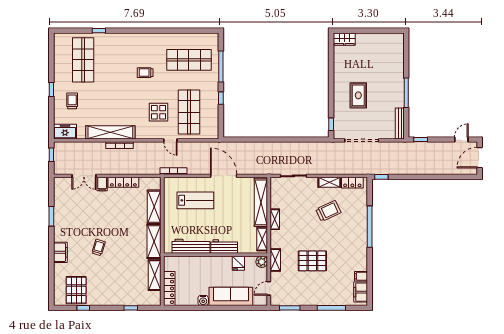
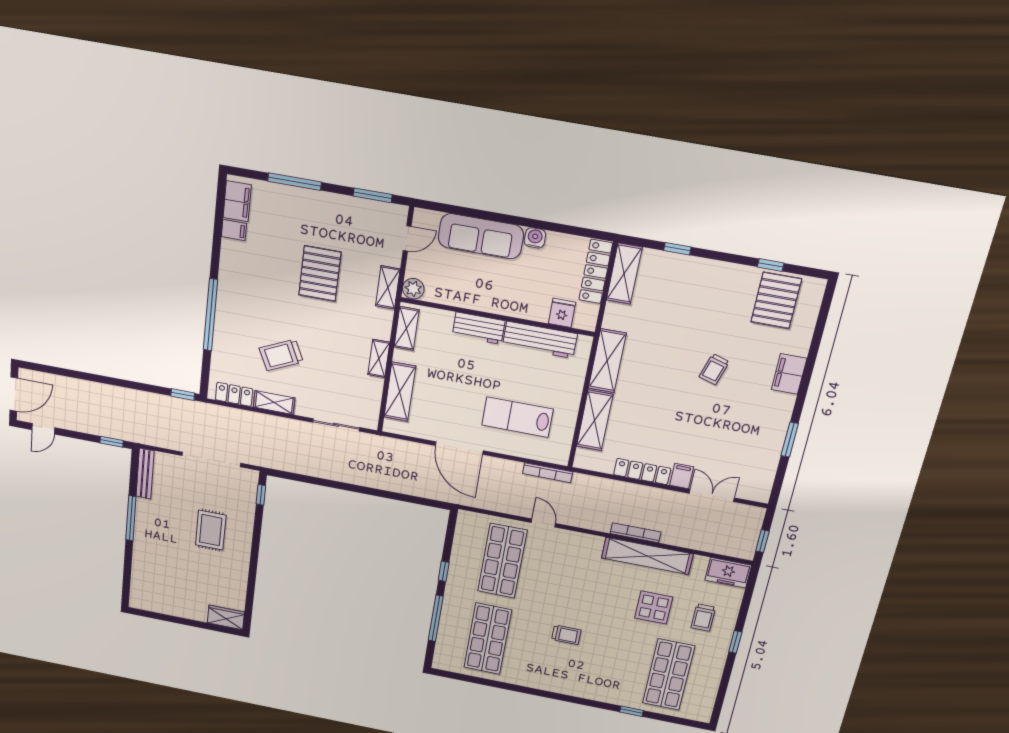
shop shelf: (189, 60) -> (488, 639), turned 90
display table: (158, 112) -> (654, 607), moved
shelving: (261, 202) -> (400, 392), width x0.68
pallet: (312, 261) -> (320, 274), turned 90
fridge: (238, 263) -> (562, 313), moved
shelving: (155, 275) -> (624, 274), moved

